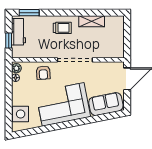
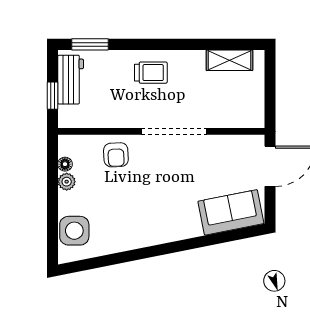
shelving: (92, 21) -> (229, 60), moved
plant: (16, 68) -> (67, 182), moved
corner sofa: (63, 104) -> (152, 213), removed

